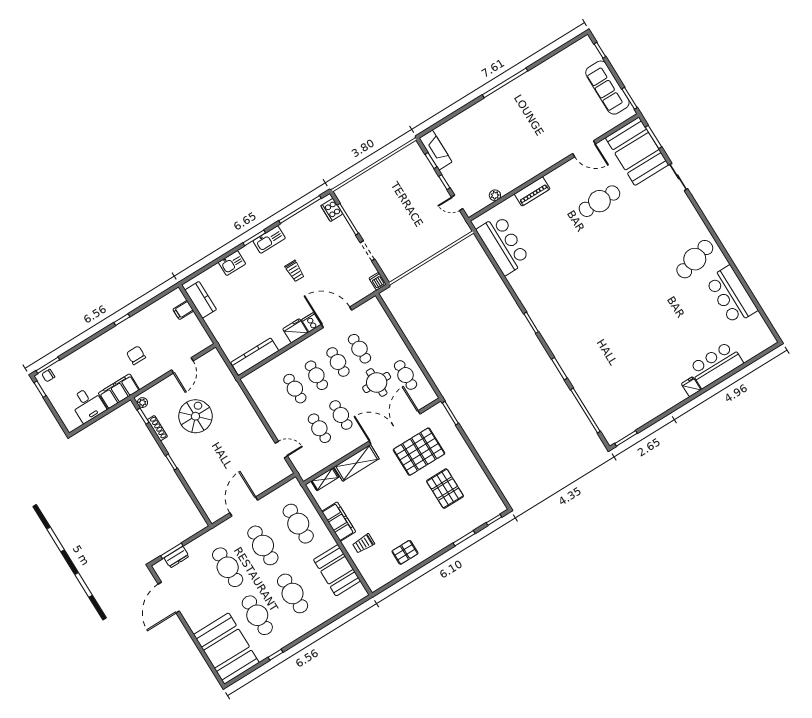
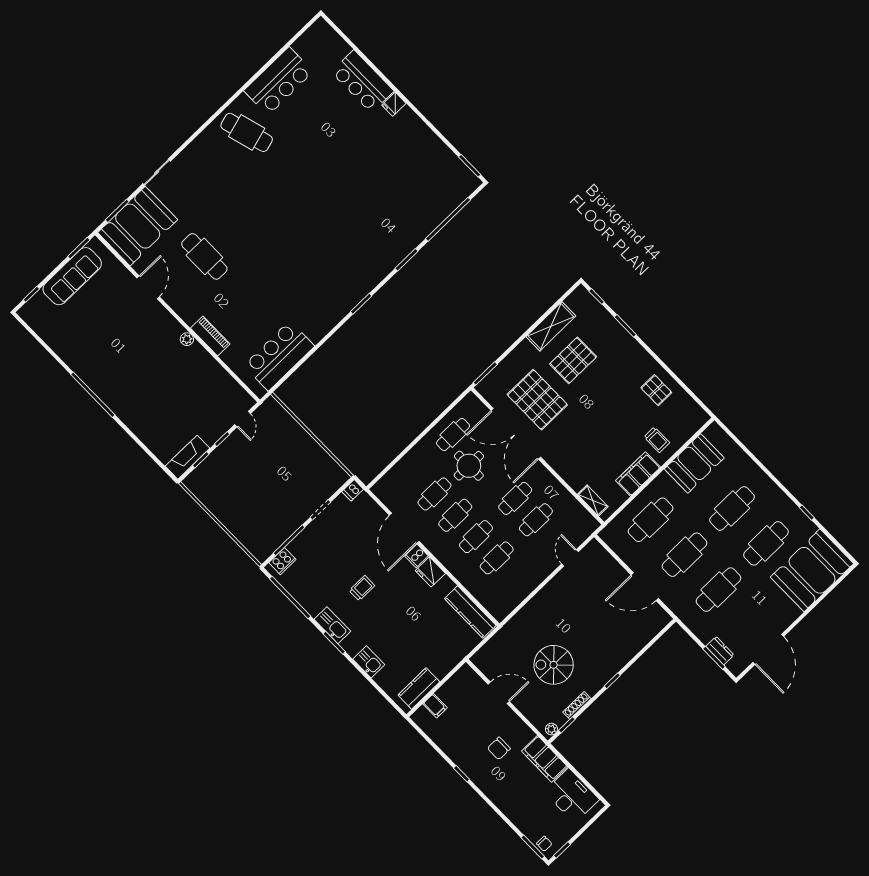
plant: (495, 195) -> (187, 339), moved
desk: (88, 404) -> (572, 796), width x1.37
shelving: (357, 463) -> (551, 326), moved, turned 90
door: (169, 598) -> (768, 649), hinge flipped

